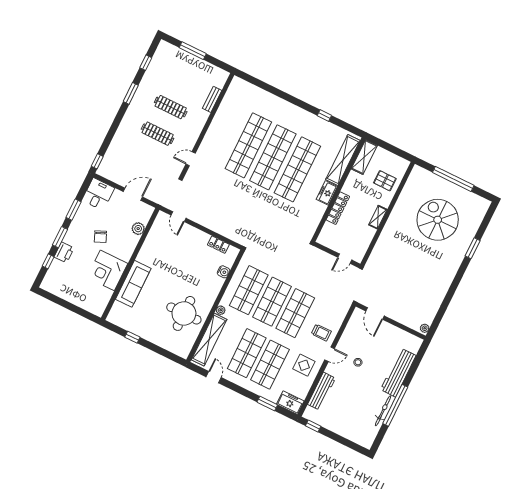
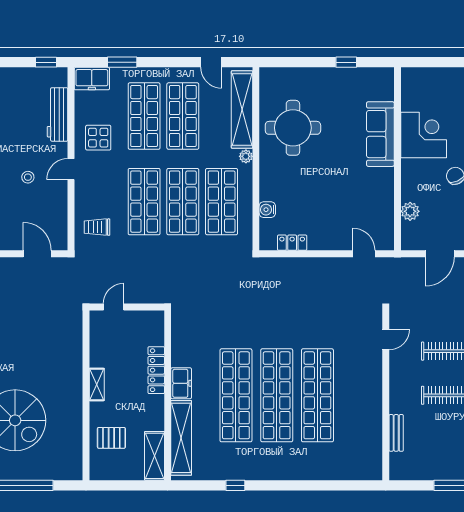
trolley: (321, 333) -> (97, 227), moved

